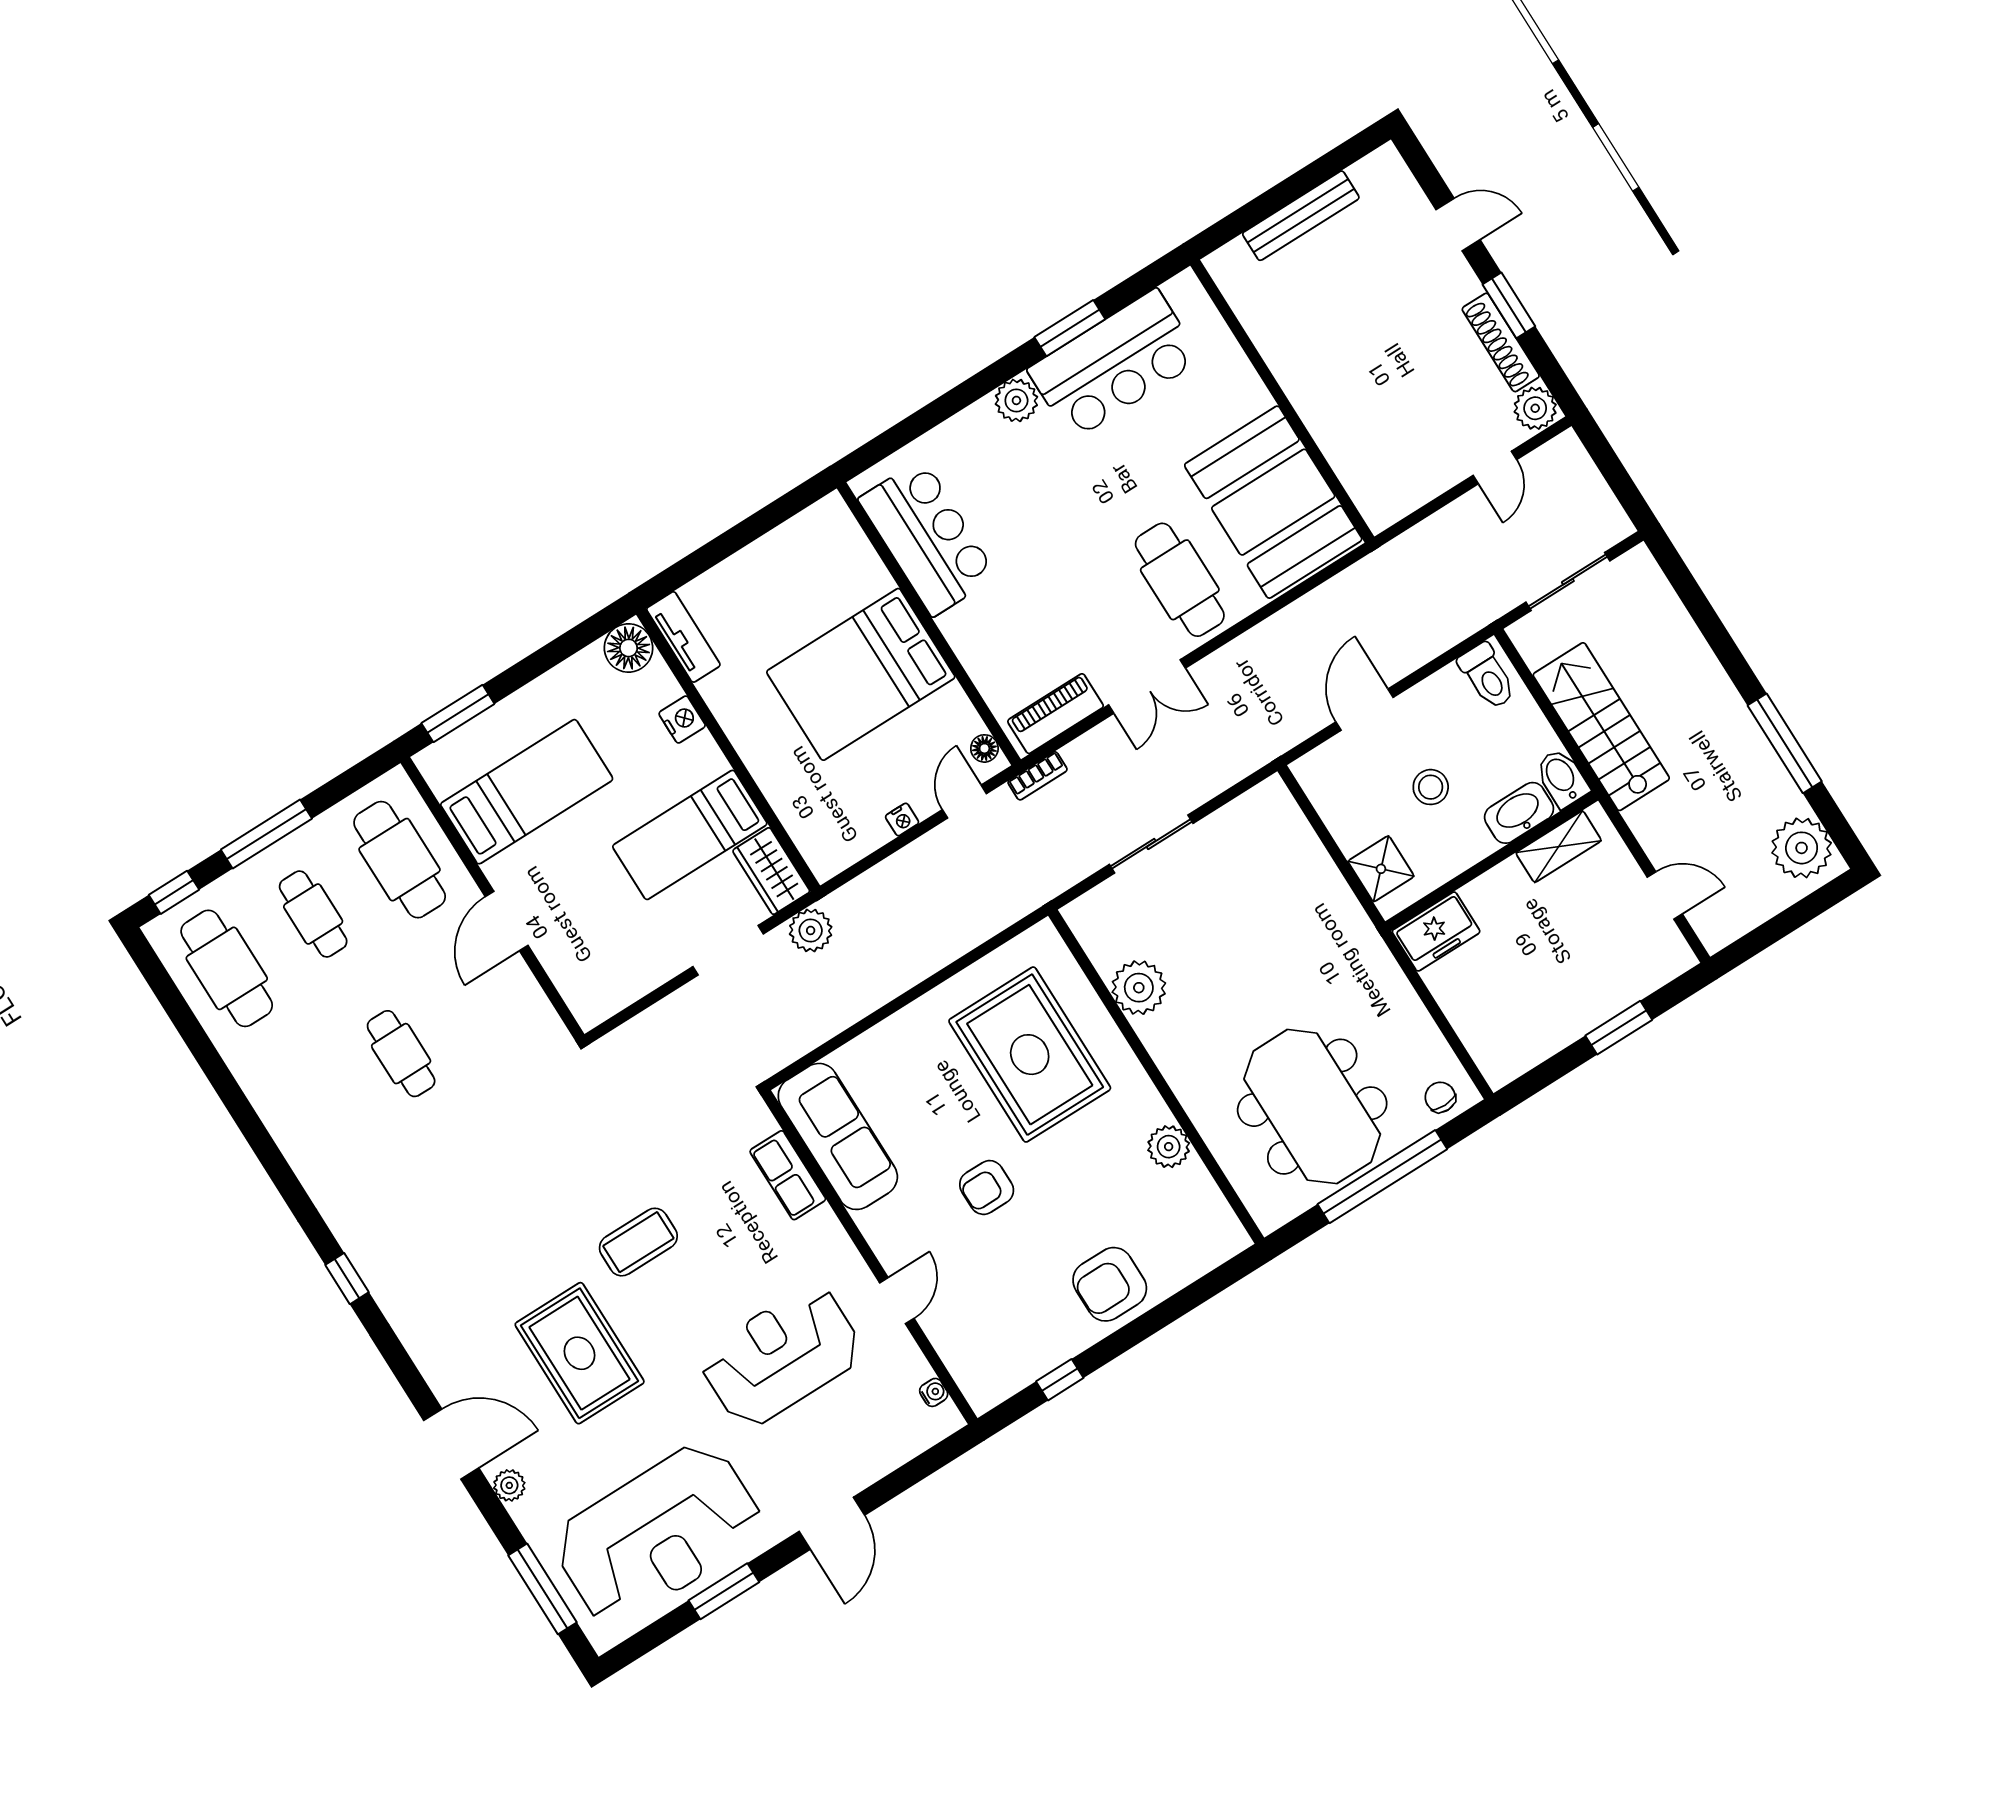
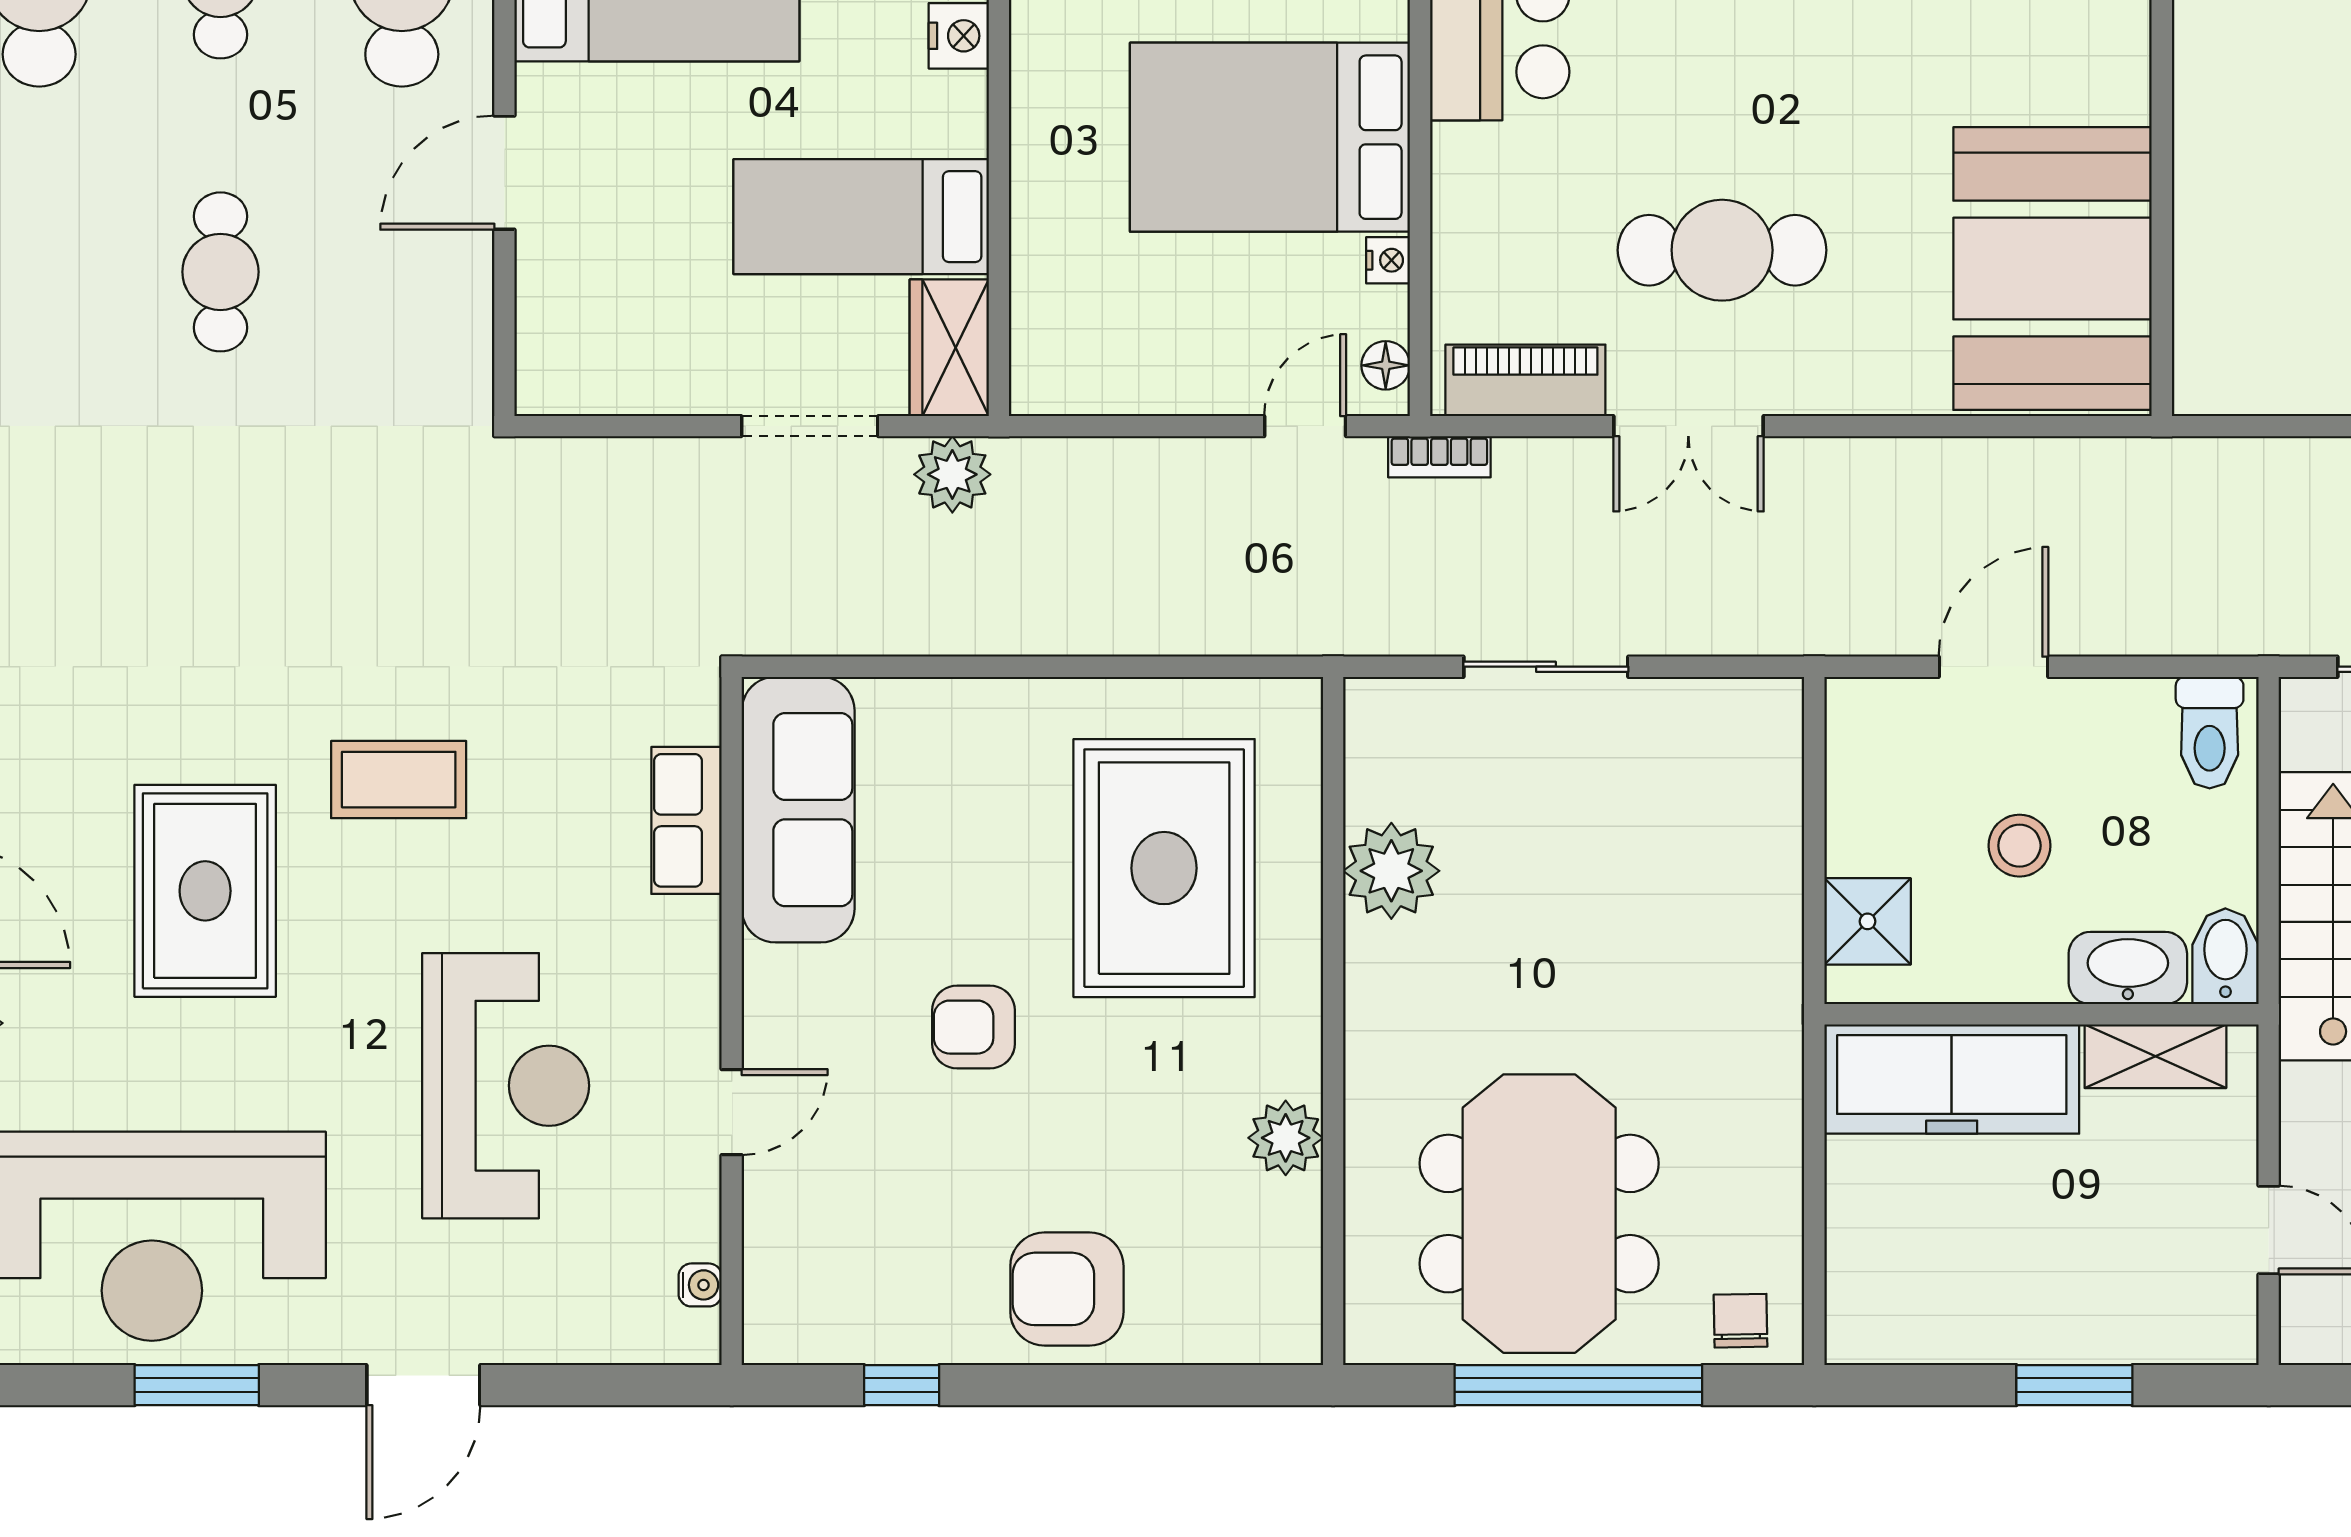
cafe table: (1180, 580) -> (1722, 250), moved, turned 90
nightstand: (902, 820) -> (1388, 260), moved, turned -90
freezer: (1436, 931) -> (1952, 1079), width x1.91, depth x1.26
reception desk: (781, 1356) -> (506, 1086), turned 90

